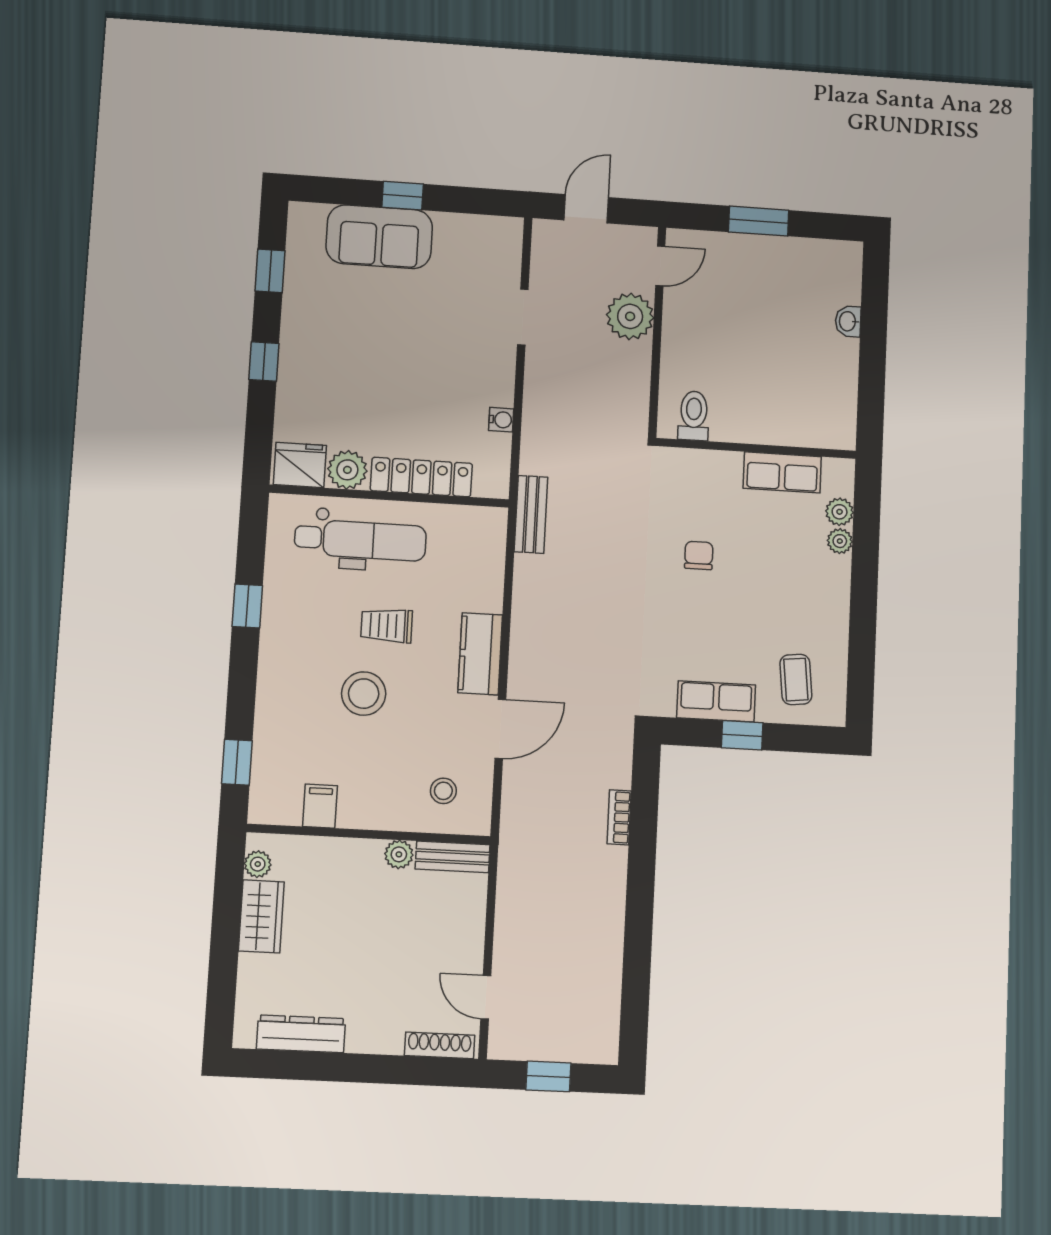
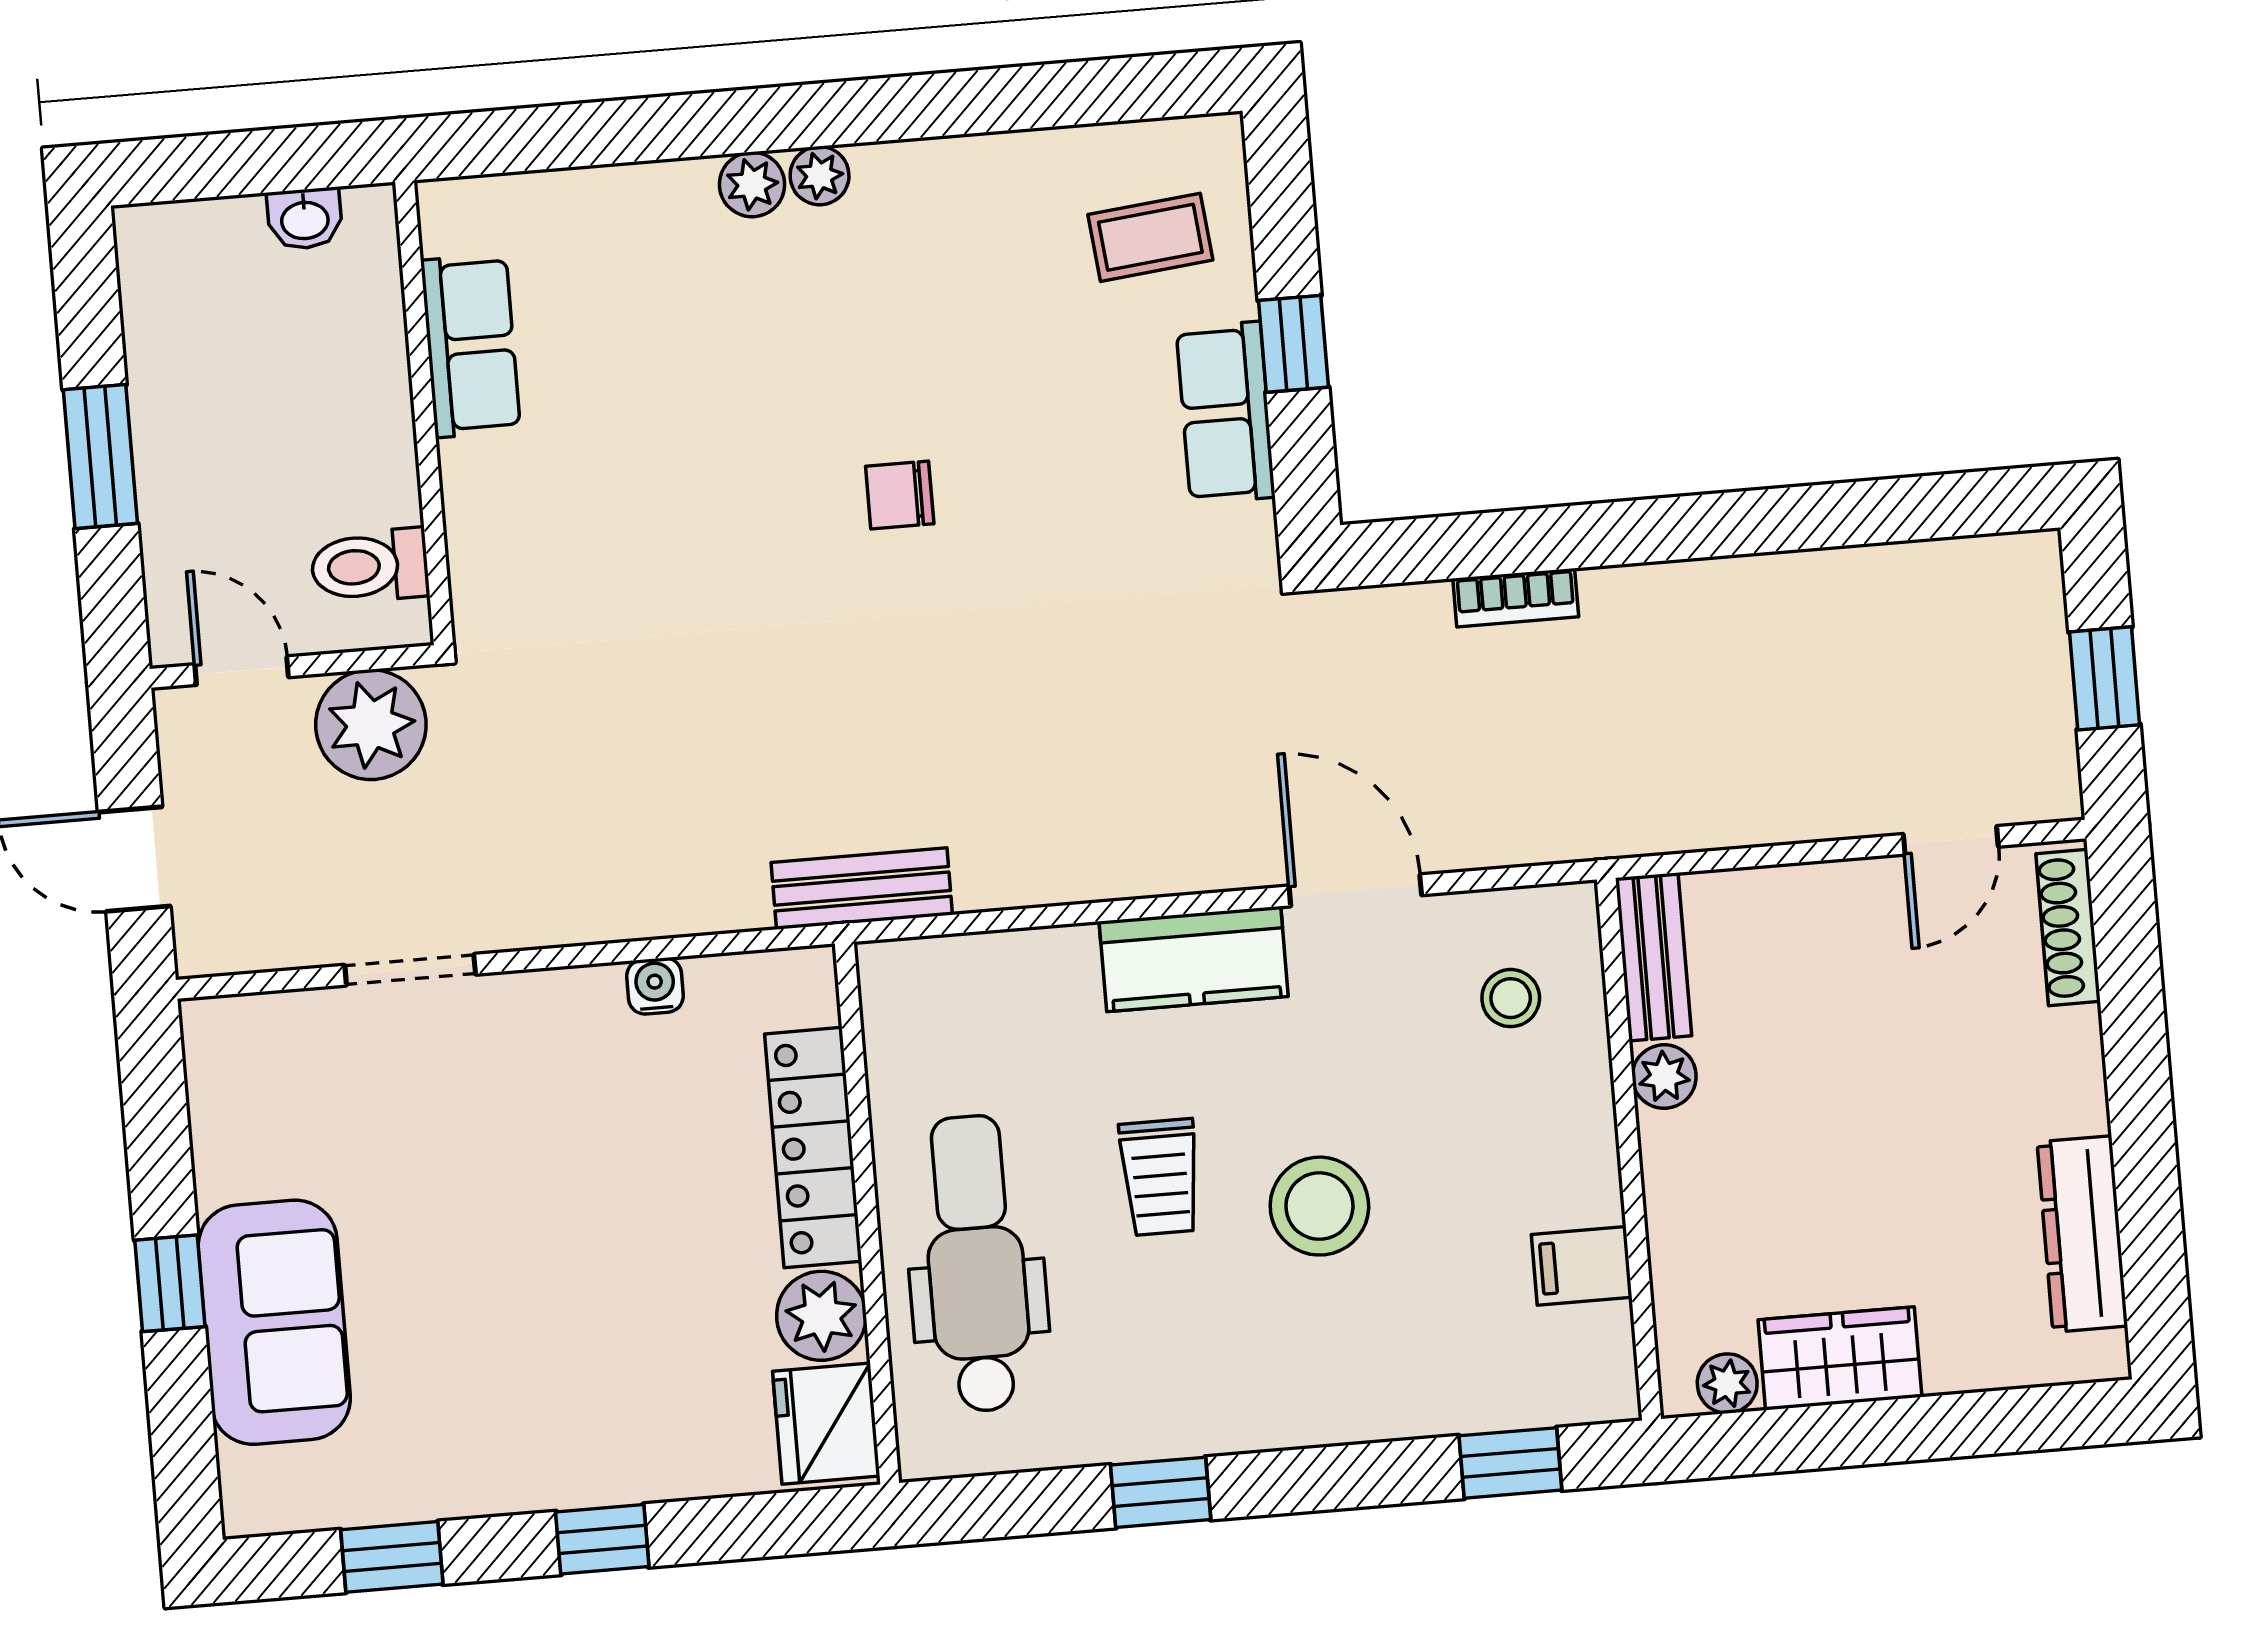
toilet: (694, 416) -> (370, 566), moved
wall: (756, 448) -> (424, 413), moved
row of seats: (782, 472) -> (471, 346), moved

